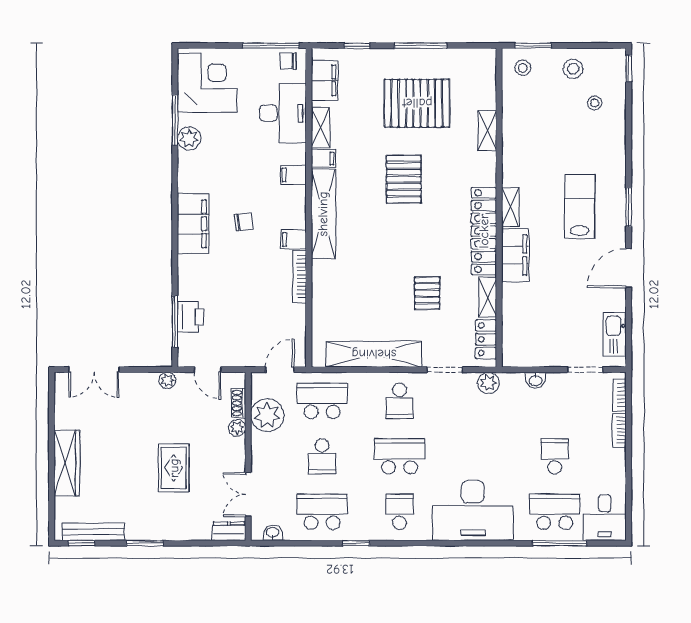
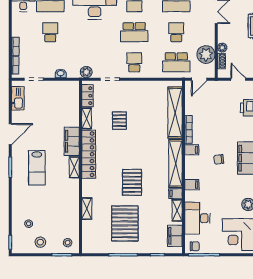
pallet: (417, 103) -> (125, 223), turned 90
shelving: (374, 354) -> (175, 113), moved, turned 90
school desk: (555, 456) -> (50, 32), turned 180

